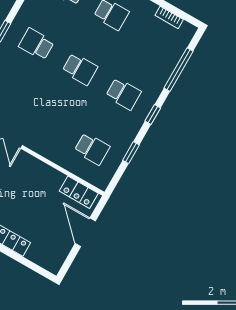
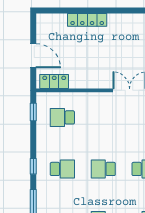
school desk: (123, 94) -> (62, 169), turned 180
window: (131, 153) -> (33, 112), moved

